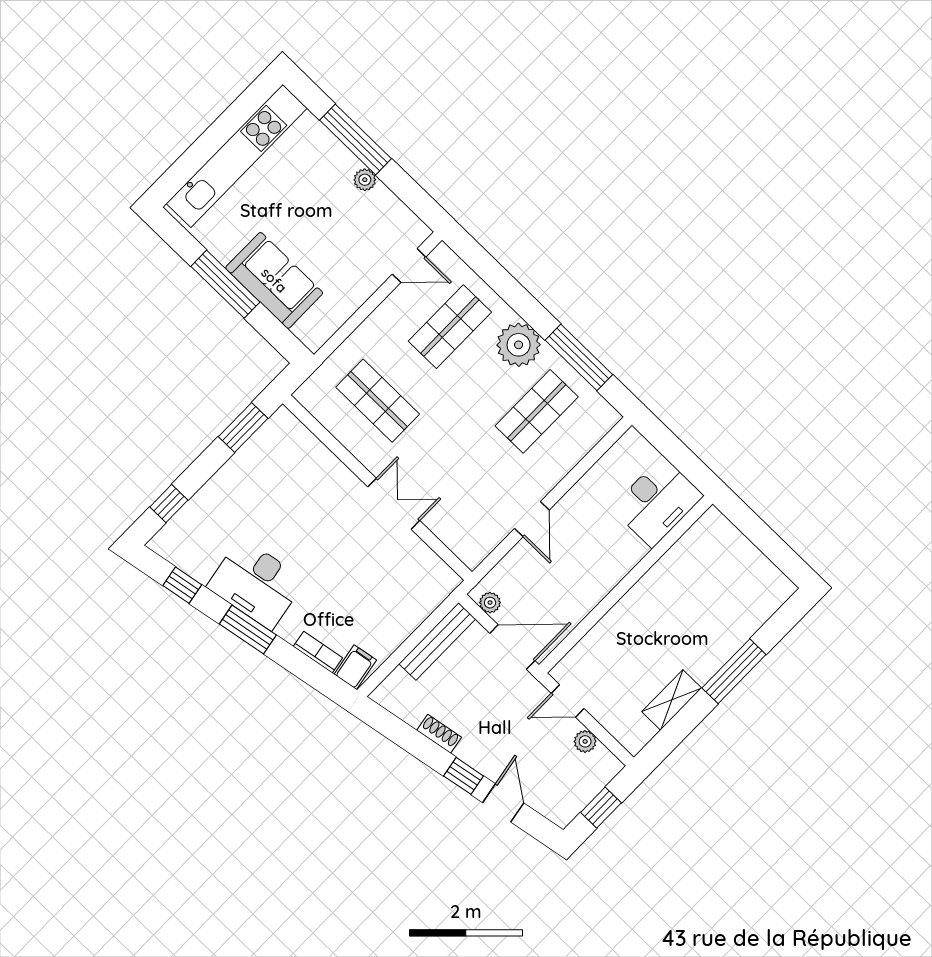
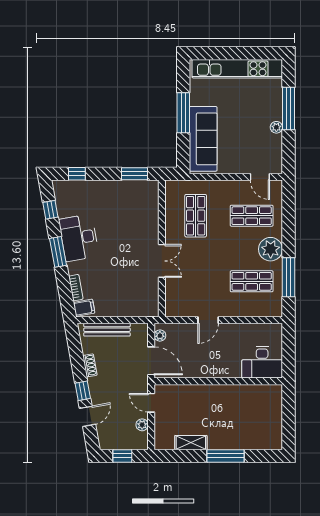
sofa: (274, 280) -> (203, 139), width x1.36
bench: (437, 641) -> (107, 330), moved

